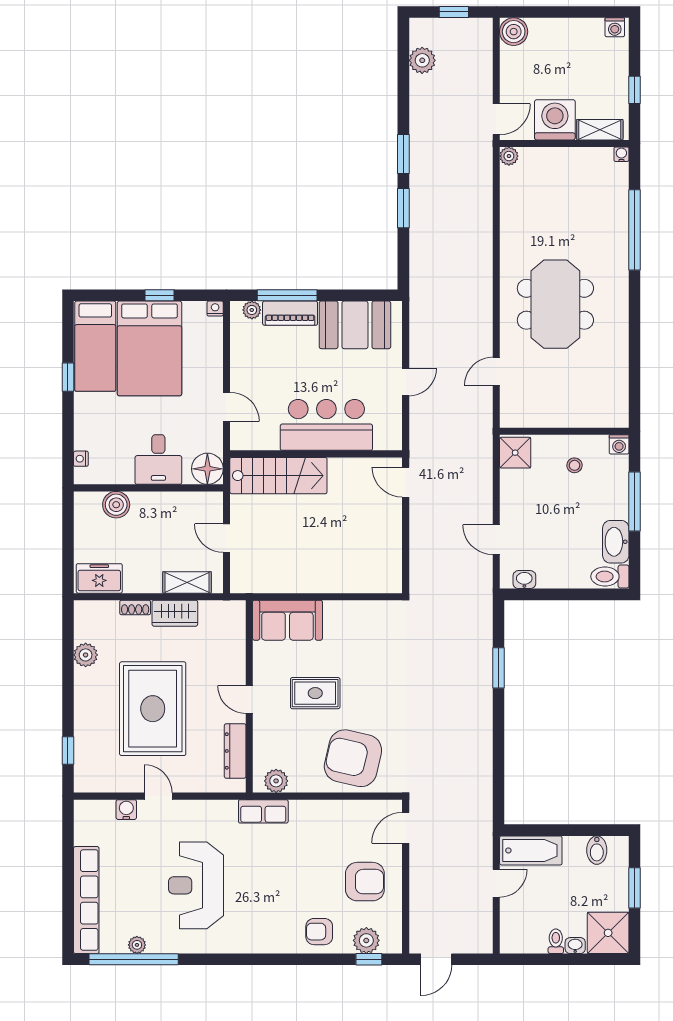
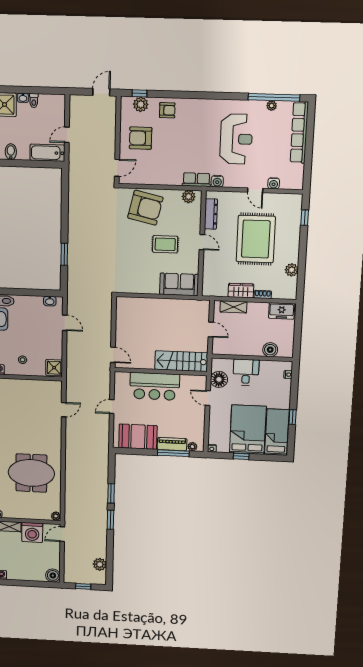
meeting table: (555, 304) -> (31, 473), moved, turned 90
floor lamp: (207, 469) -> (219, 379), moved
water cooler: (226, 810) -> (217, 181), added

